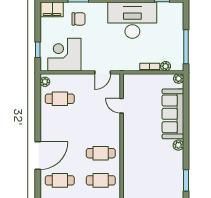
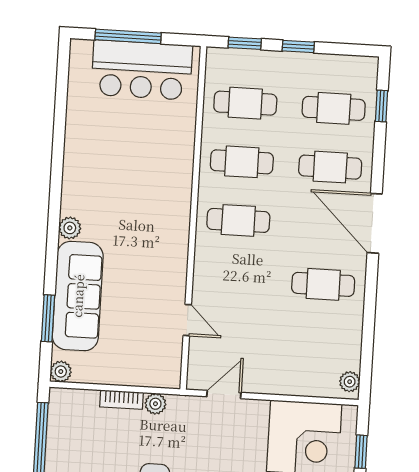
plant: (166, 66) -> (155, 404), moved
cafe table: (60, 99) -> (323, 284), moved
door: (38, 156) -> (375, 223), hinge flipped
window: (186, 180) -> (48, 318), moved

